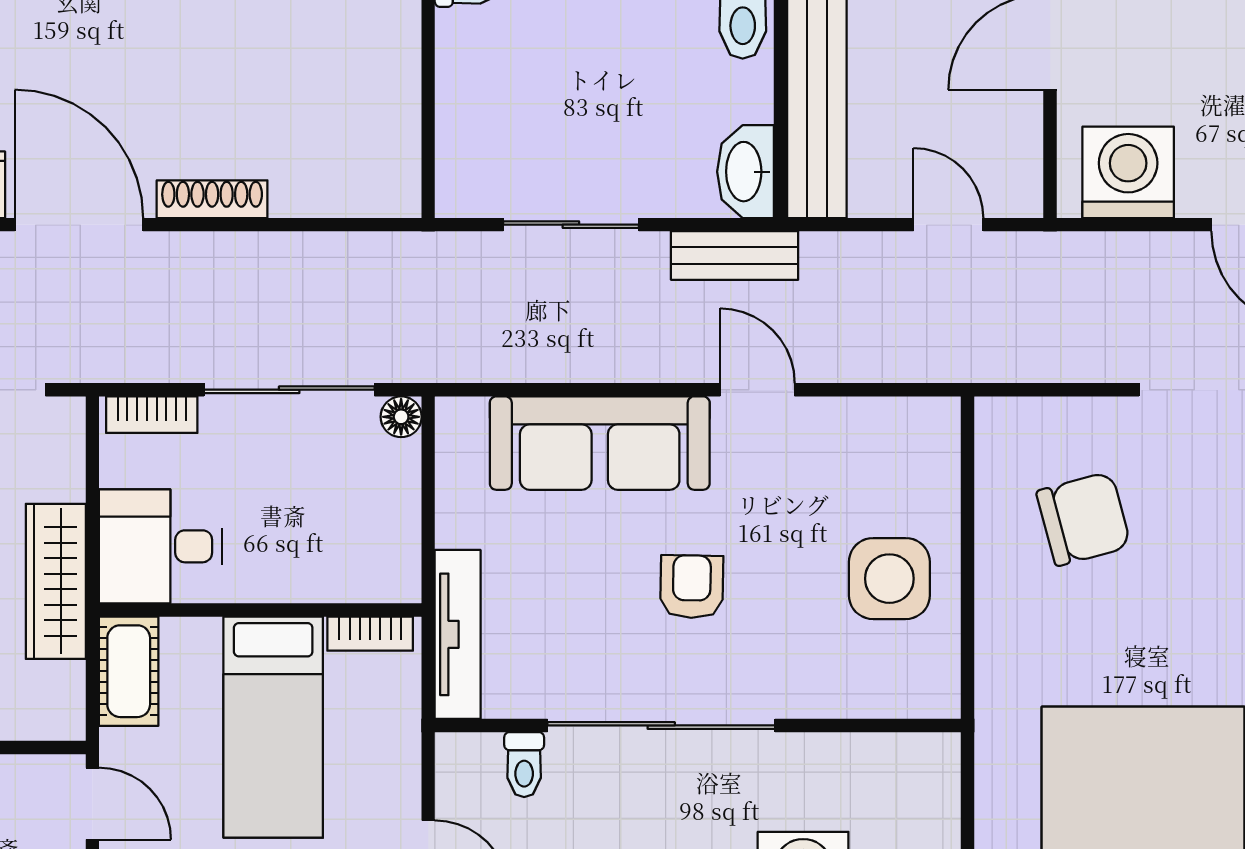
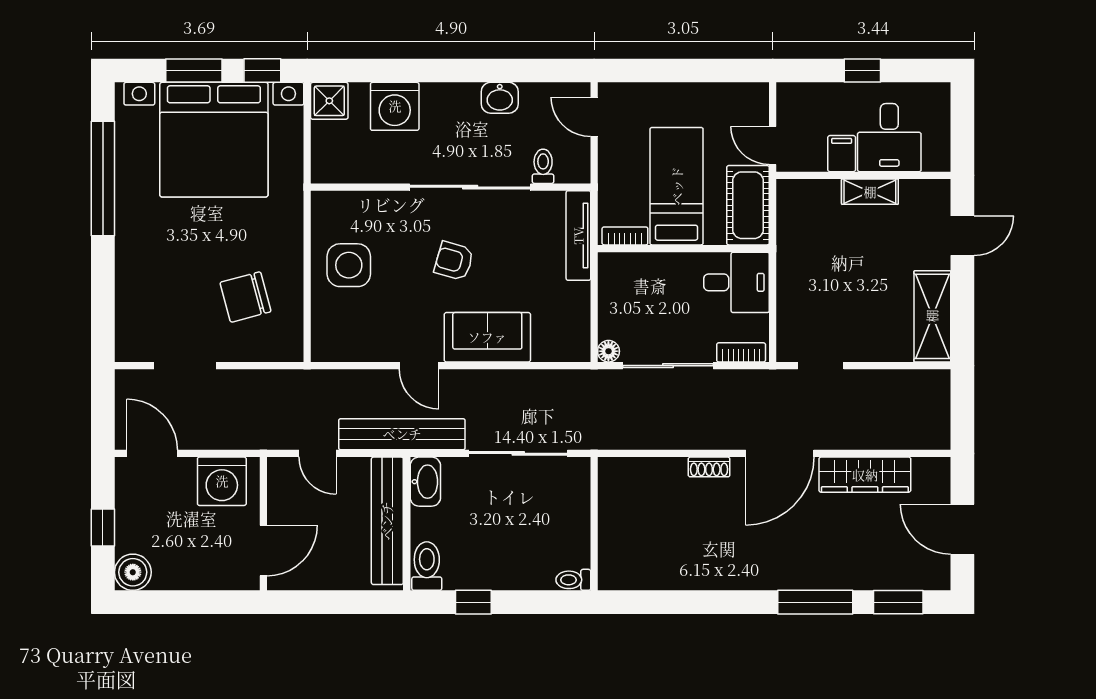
shoe rack: (212, 199) -> (709, 467), width x0.70
door: (79, 225) -> (780, 453), hinge flipped
sliding door: (571, 225) -> (518, 453), width x1.37
bench: (735, 256) -> (402, 434), width x1.86, depth x1.21
sofa: (600, 443) -> (487, 337), width x0.73
wardrobe: (56, 581) -> (792, 264), removed
armchair: (692, 587) -> (454, 261), turned 105
cot: (129, 671) -> (748, 205), width x1.37, depth x1.34

